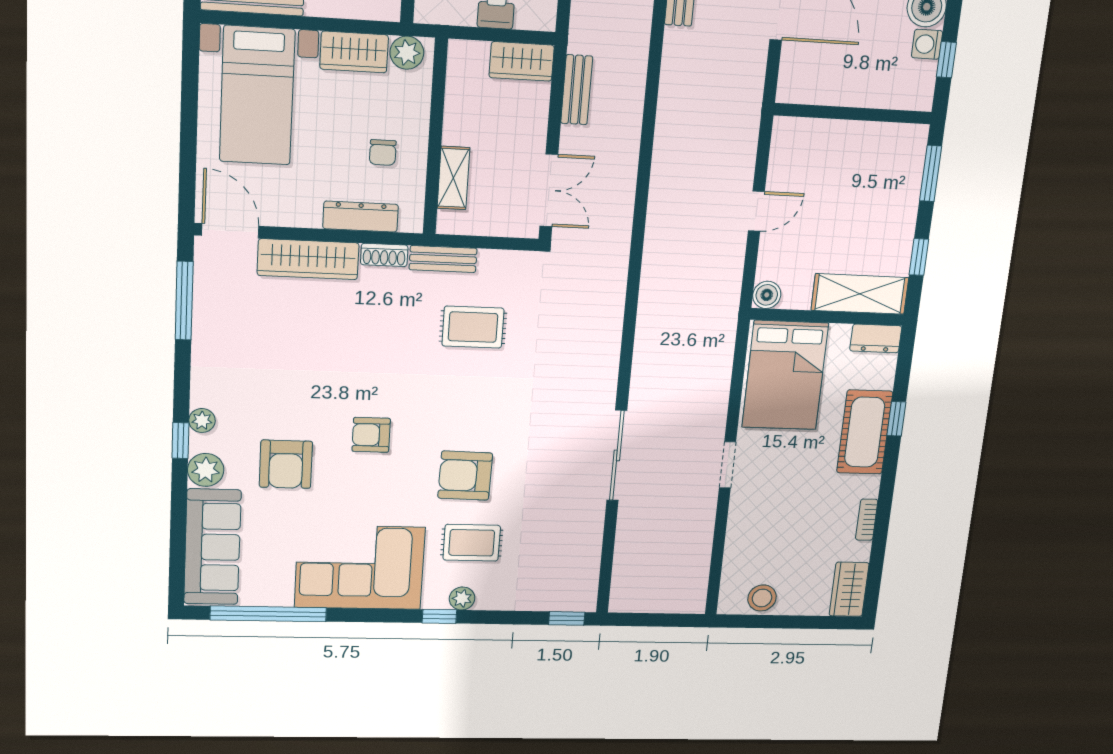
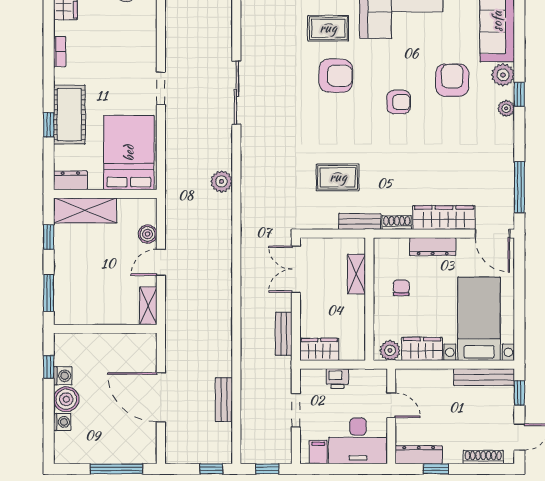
shelving: (783, 146) -> (148, 306), added
dresser: (361, 217) -> (433, 247), moved
boiler: (767, 295) -> (148, 234), moved
plant: (652, 328) -> (221, 181), added

